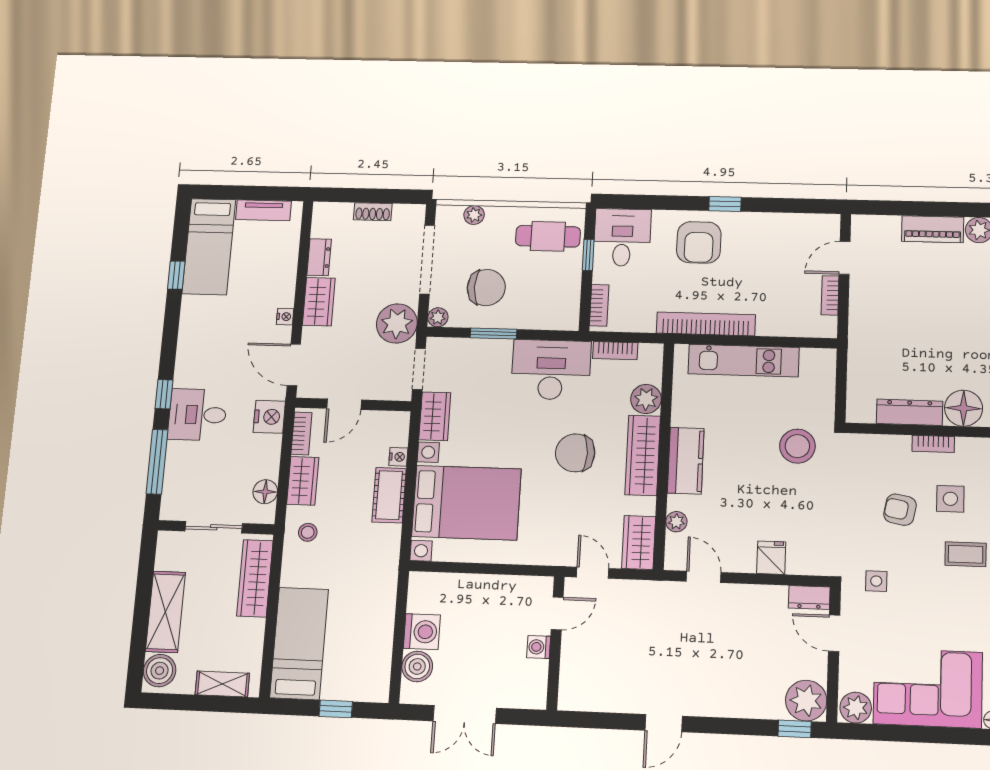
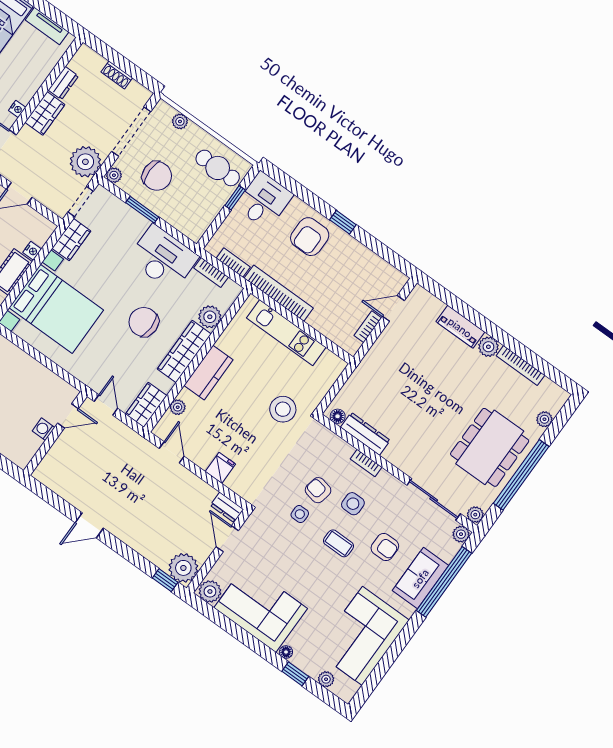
bookcase: (599, 305) -> (233, 263), moved, turned -90
floor lamp: (964, 408) -> (338, 416), moved, width x0.53, depth x0.53
side table: (876, 581) -> (300, 514), moved

